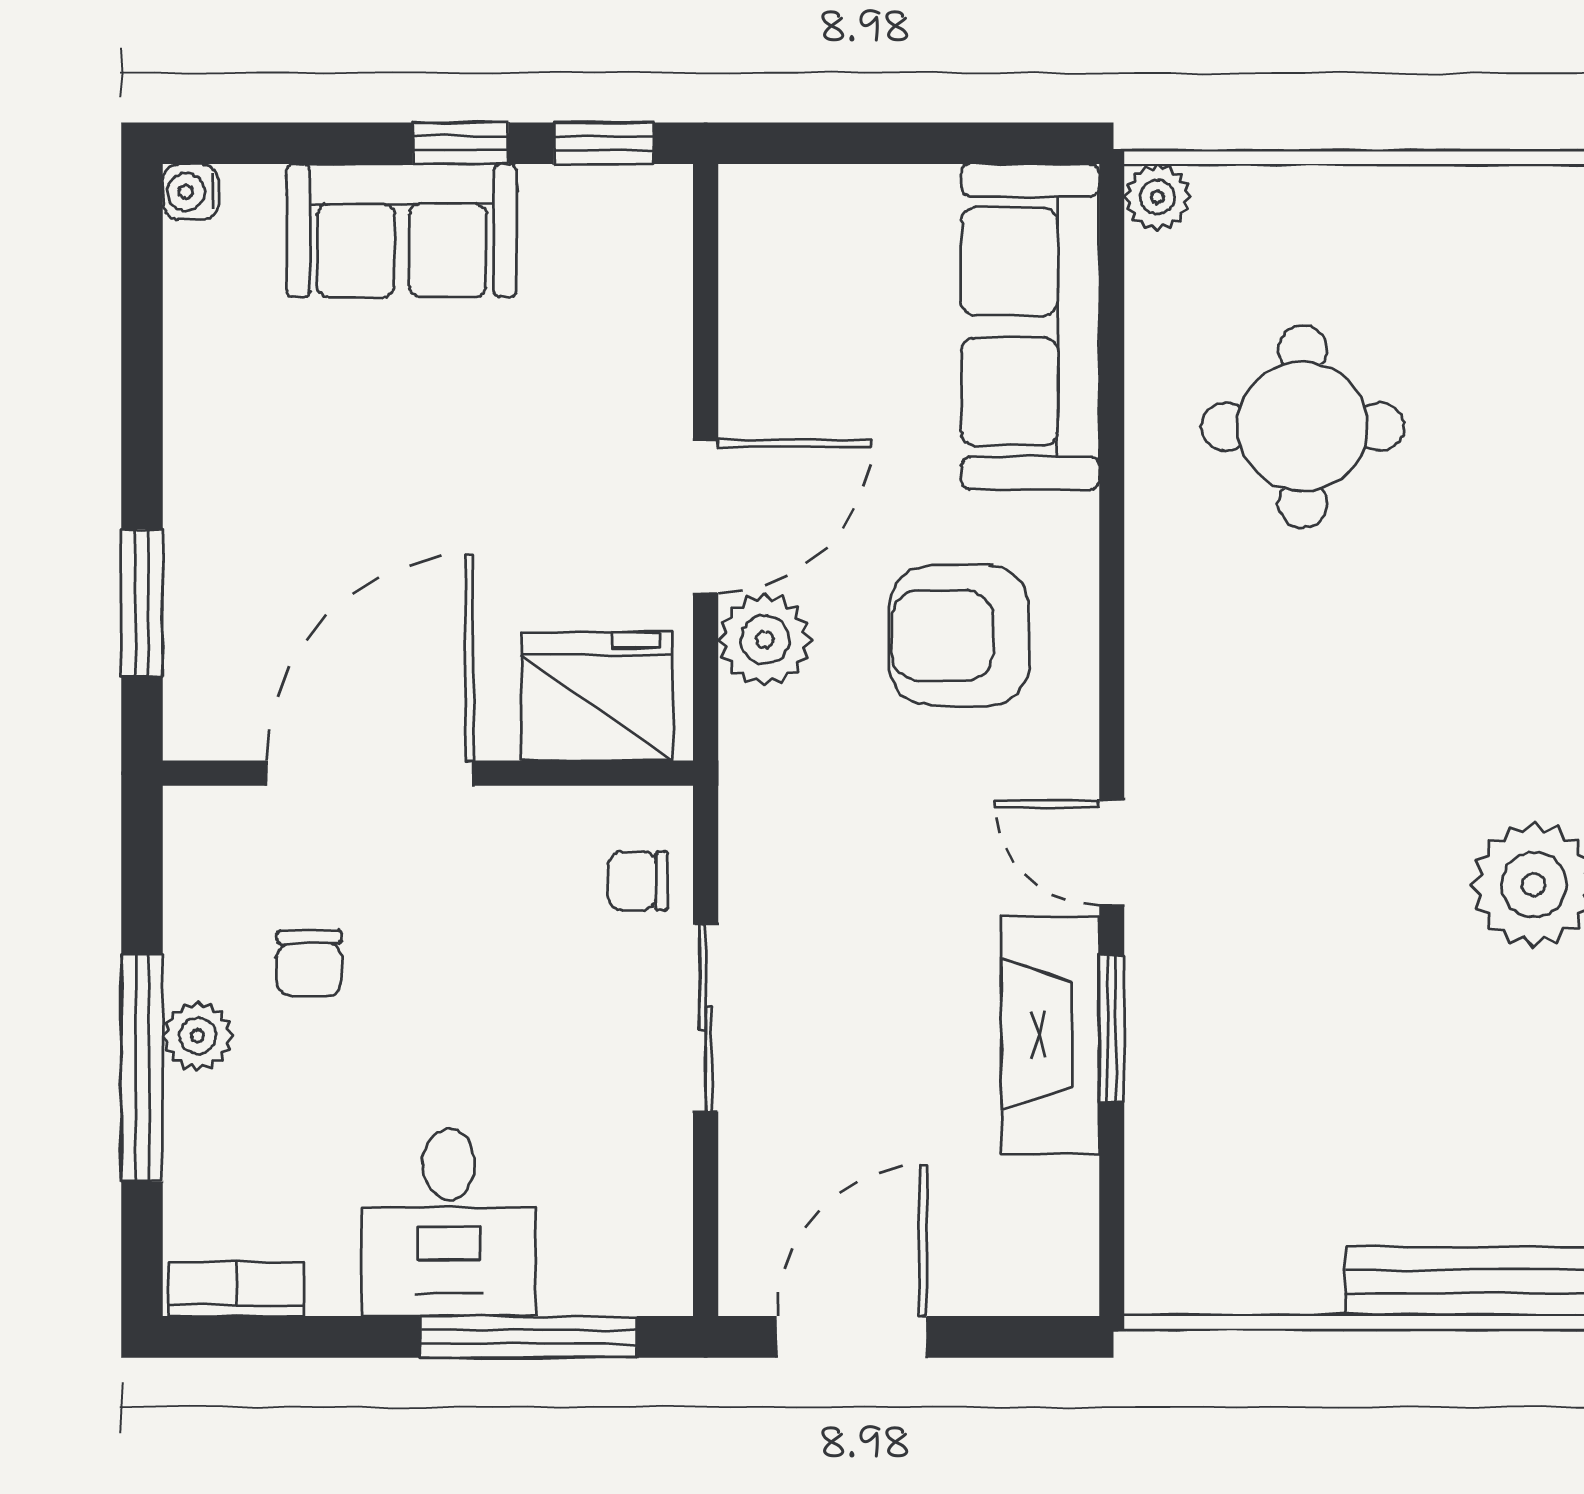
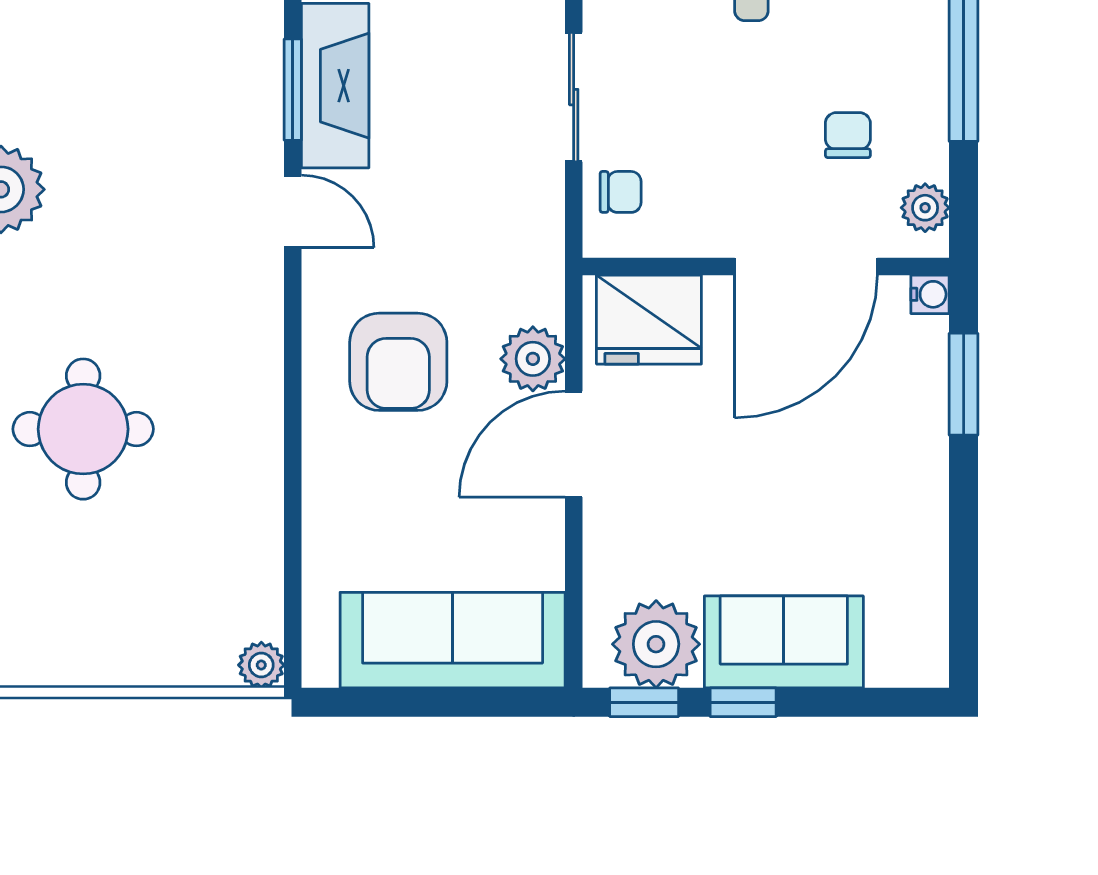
water cooler: (190, 192) -> (930, 294), moved
plant: (587, 227) -> (656, 644), added
sofa: (1030, 327) -> (453, 640), moved, turned -90
round table: (1303, 426) -> (83, 429), moved
armchair: (959, 635) -> (398, 362), turned 90
plant: (198, 1036) -> (925, 208), moved

